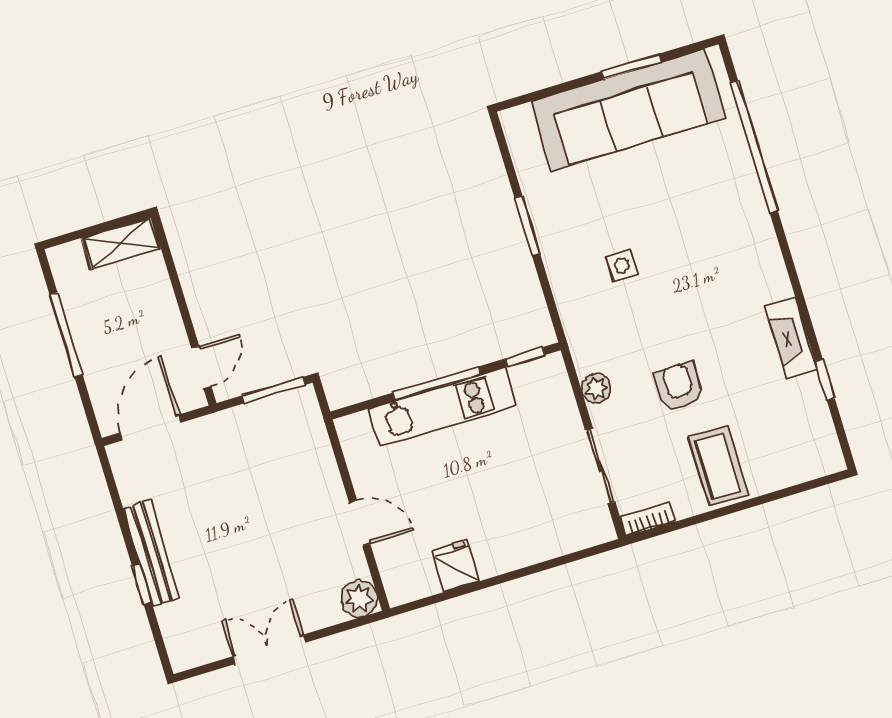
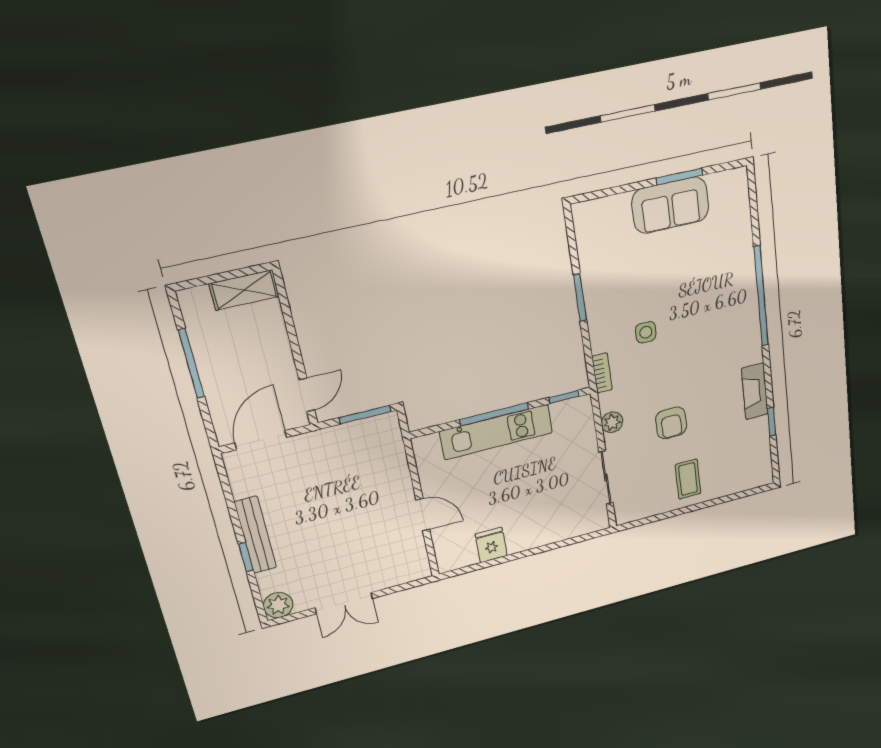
sofa: (628, 109) -> (670, 205), width x0.54, depth x0.79
window: (754, 147) -> (761, 296), moved
armchair: (679, 386) -> (671, 423), turned 180
coffee table: (718, 466) -> (688, 479), width x0.73, depth x0.77
bookcase: (648, 519) -> (602, 373), moved, turned 90
plant: (359, 599) -> (278, 605), moved
double door: (269, 649) -> (344, 603), swing flipped

